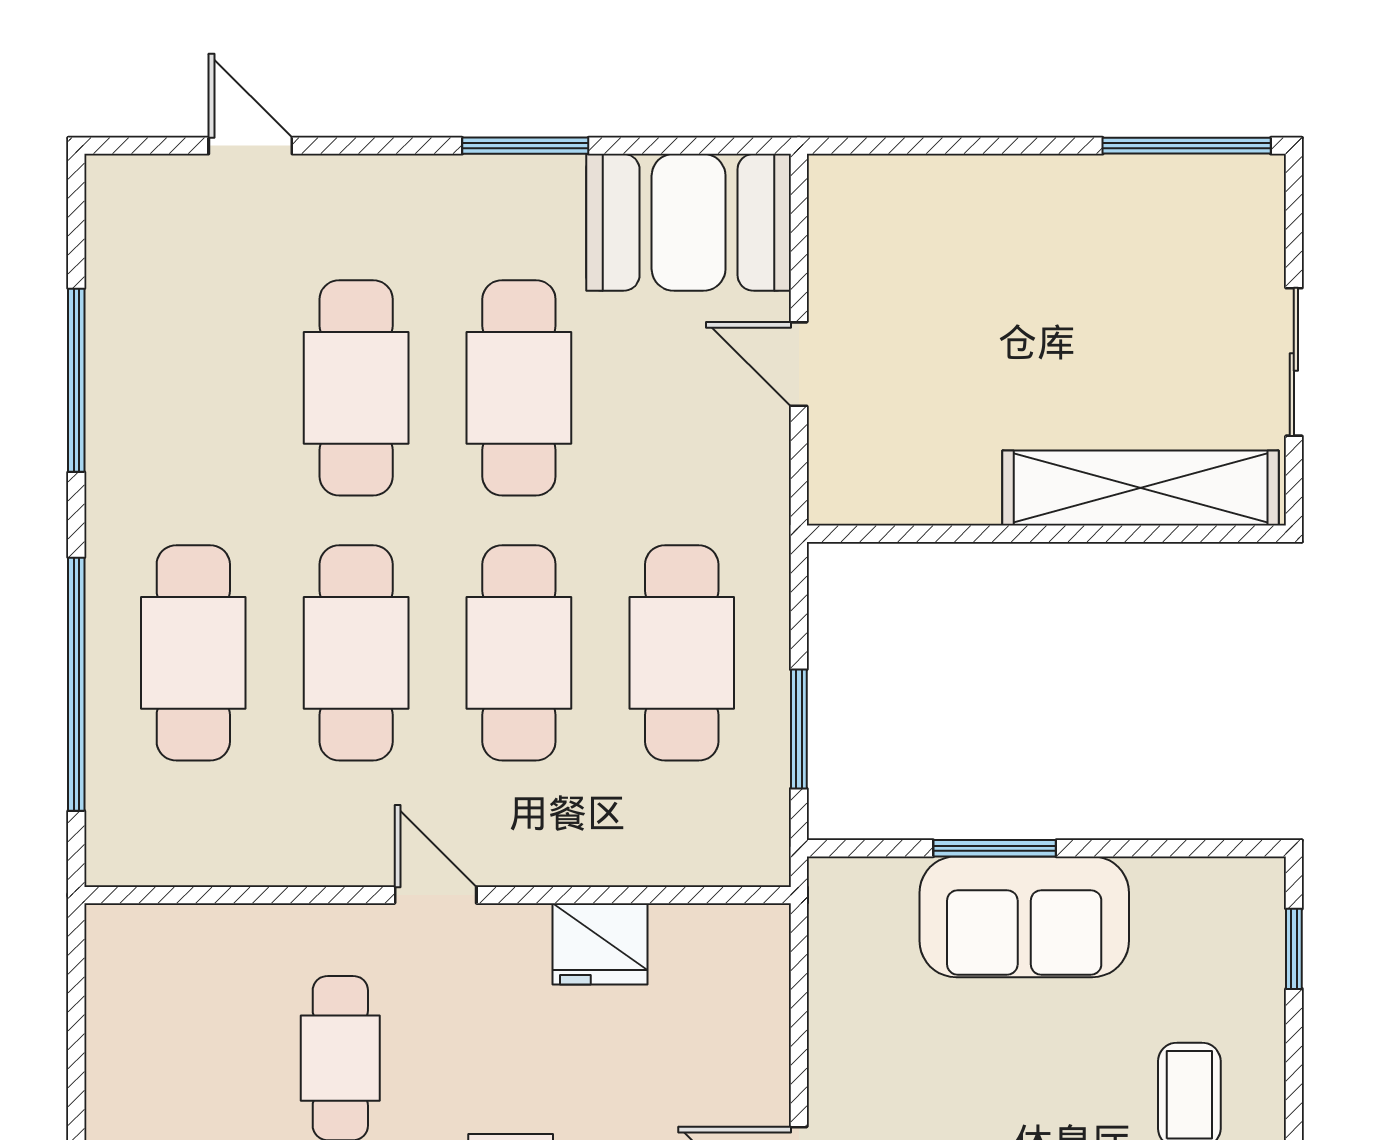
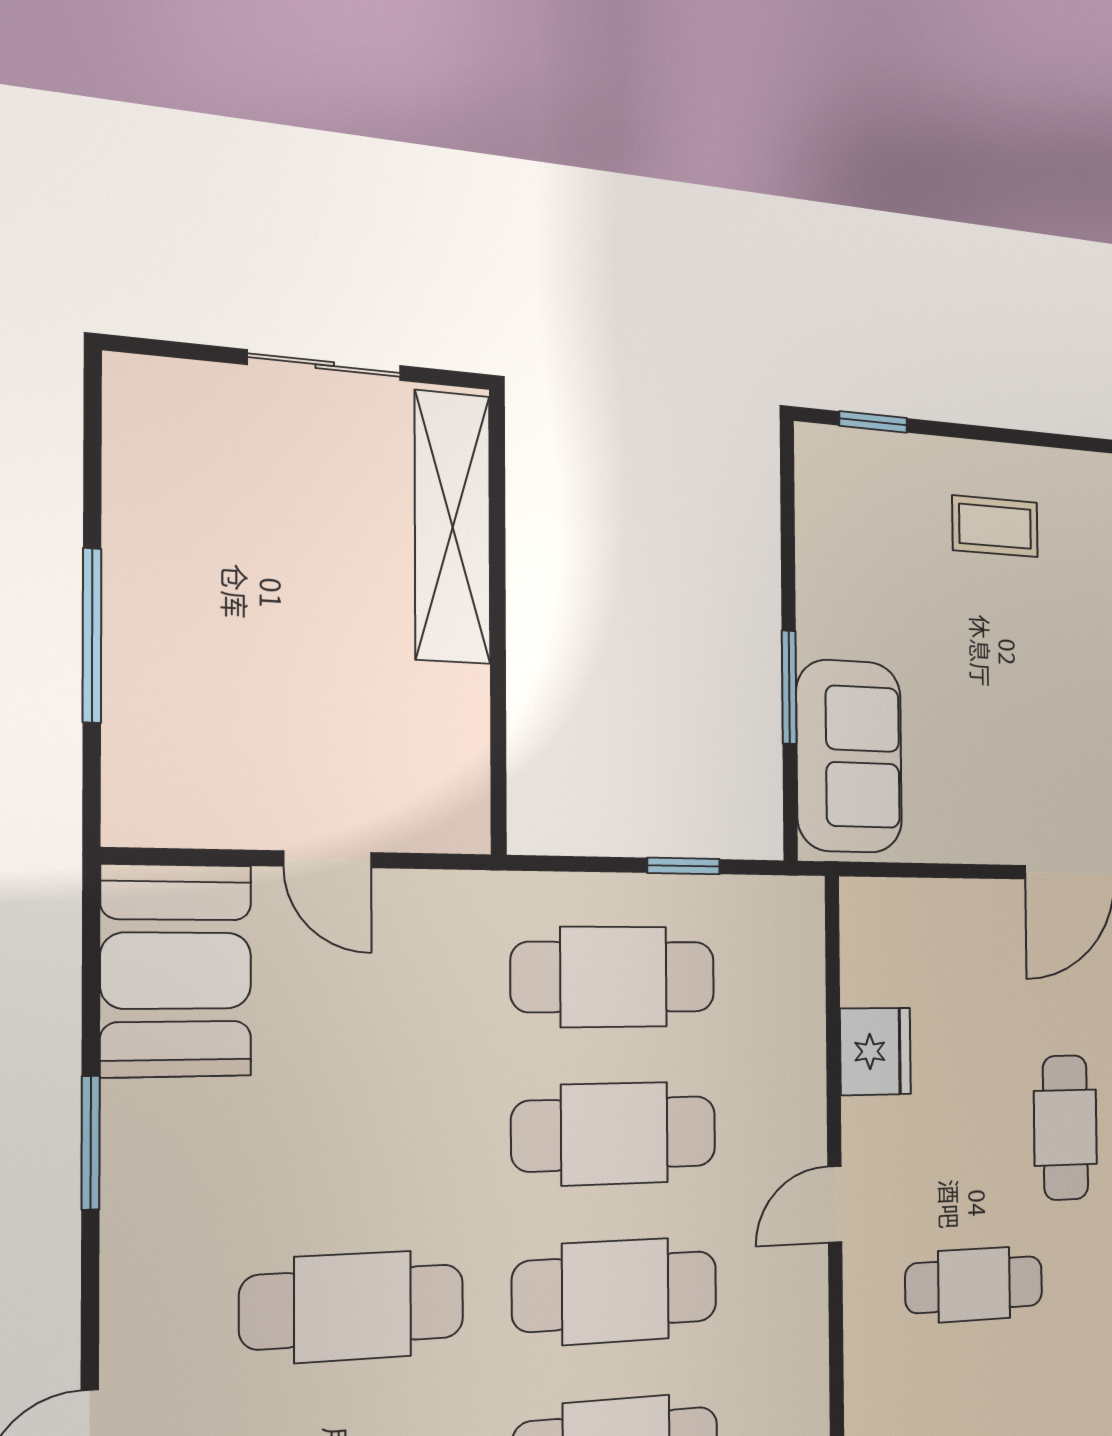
window: (1187, 146) -> (92, 635), moved
door: (799, 364) -> (328, 859), hinge flipped
cafe table: (519, 388) -> (353, 1142), removed
window: (799, 729) -> (684, 866), width x0.67
sofa: (1024, 917) -> (849, 756), moved

